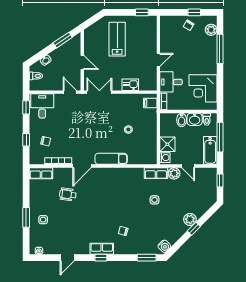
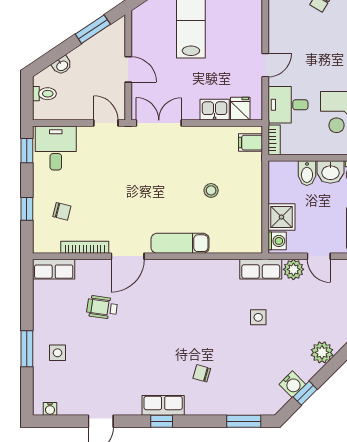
fridge: (145, 84) -> (240, 109), added
window: (194, 229) -> (305, 393), moved
water cooler: (164, 246) -> (292, 384), moved

